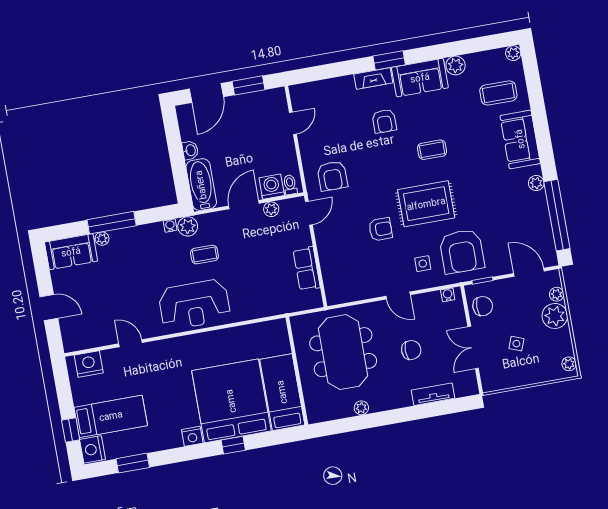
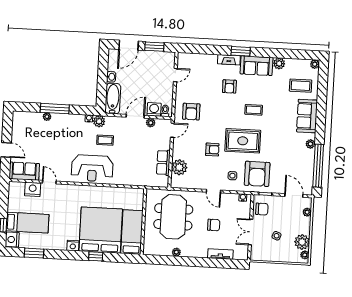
sofa: (71, 252) -> (24, 171), moved, turned 180
plant: (334, 270) -> (179, 167), added
plant: (555, 316) -> (302, 242), moved
nightstand: (89, 364) -> (33, 189), moved

